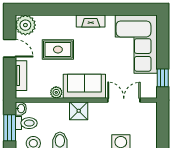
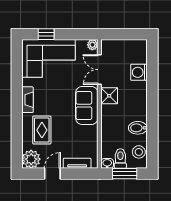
rug: (58, 50) -> (42, 130), moved
window: (163, 78) -> (46, 34), moved
plant: (56, 92) -> (92, 45), moved
shower: (79, 111) -> (109, 96), moved

